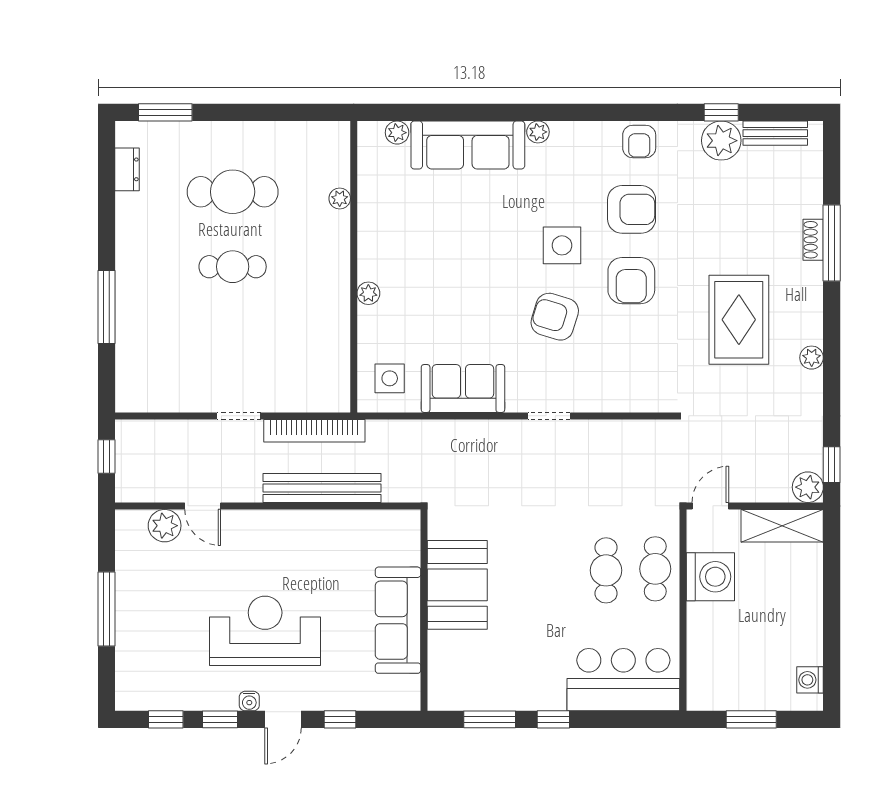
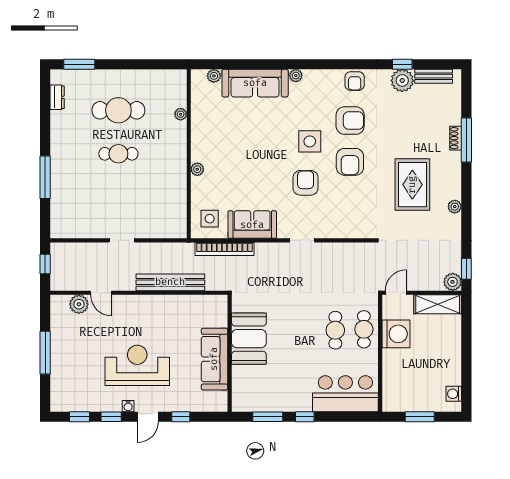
armchair: (555, 317) -> (306, 183), turned 73
bookcase: (314, 431) -> (225, 249), moved

